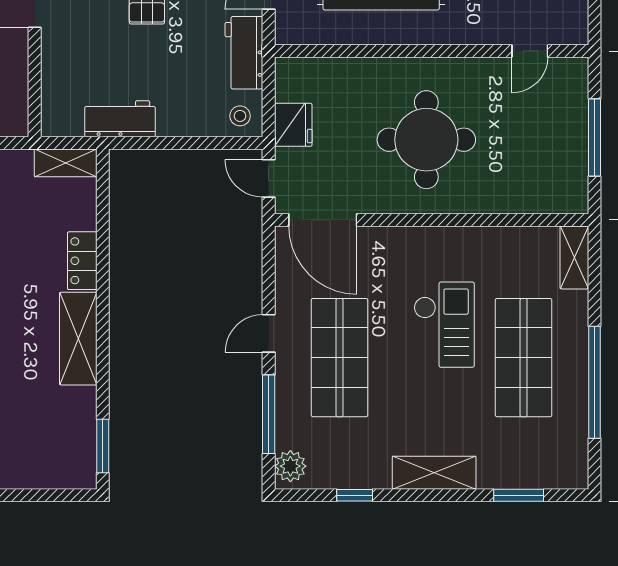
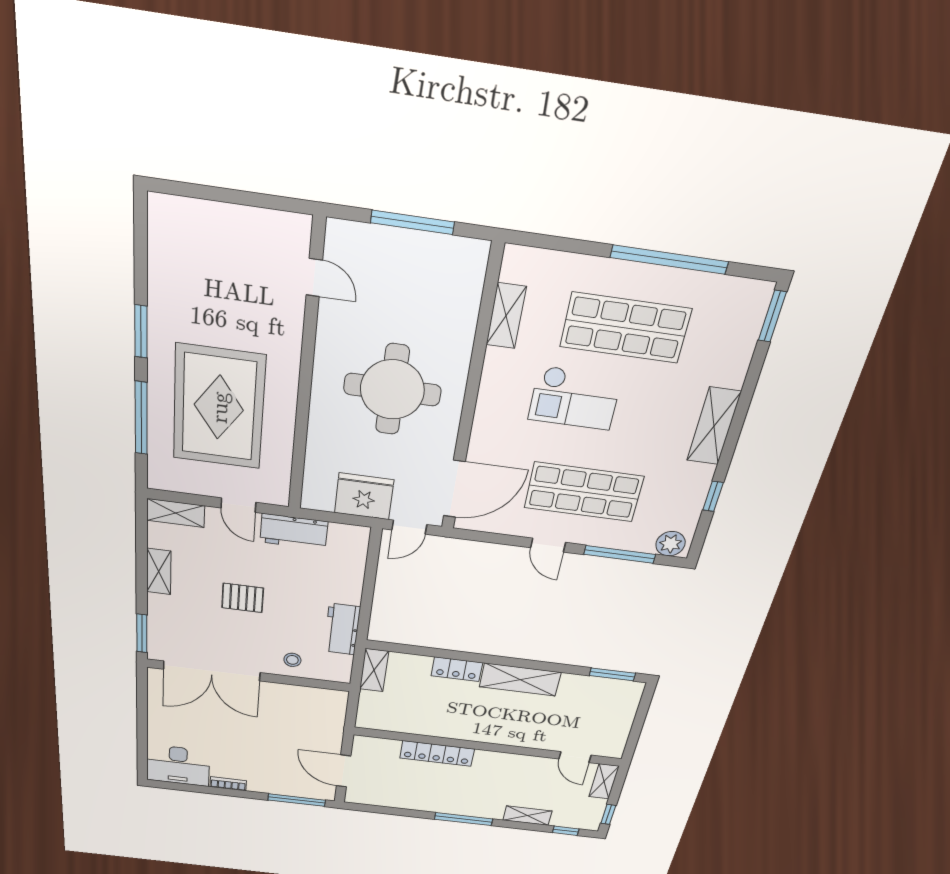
stool: (240, 116) -> (292, 660), moved
fridge: (293, 125) -> (364, 496), width x1.36, depth x1.34
shelving: (574, 257) -> (506, 316), moved, turned 90
checkout: (444, 325) -> (575, 398), turned 180
window: (519, 495) -> (772, 316), moved

